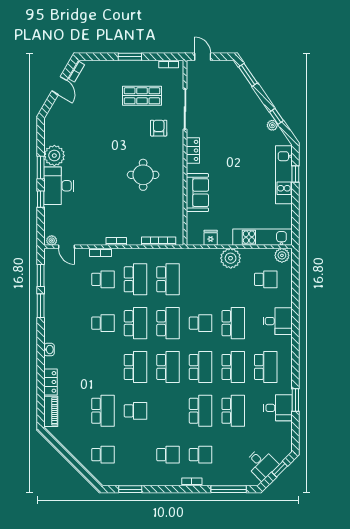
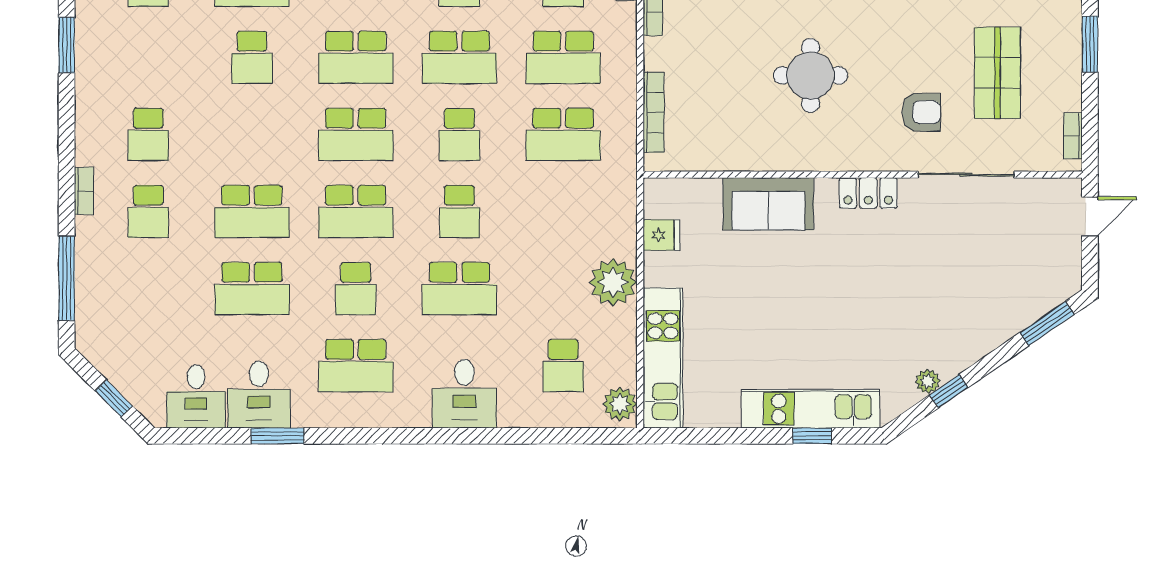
school desk: (168, 323) -> (459, 134), width x0.54
school desk: (233, 367) -> (356, 289), width x0.54
desk: (261, 464) -> (196, 396), moved, turned -45

